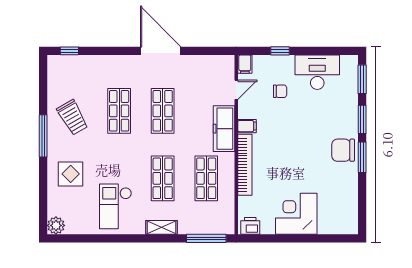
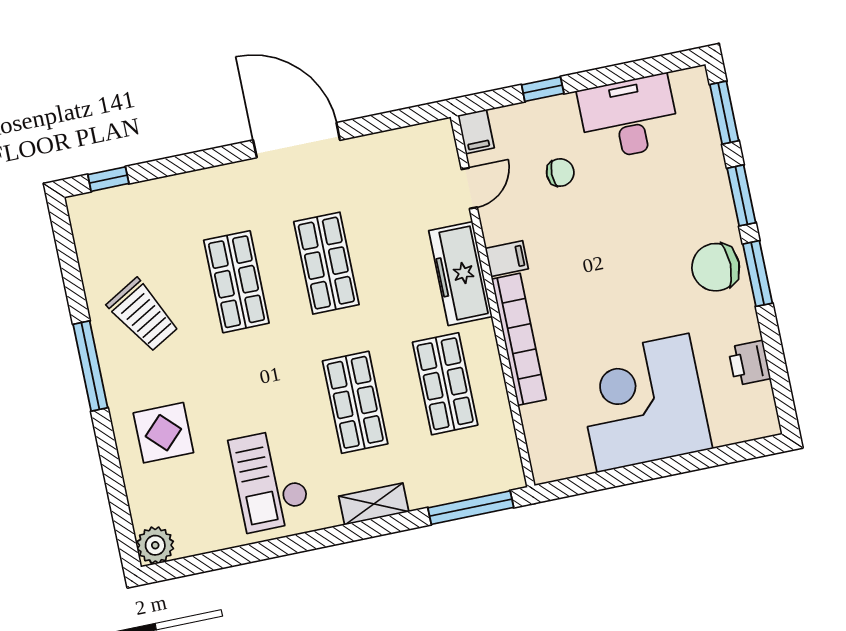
corner desk: (296, 214) -> (643, 403), width x1.36, depth x1.36
printer: (250, 226) -> (749, 363), moved, turned -90

